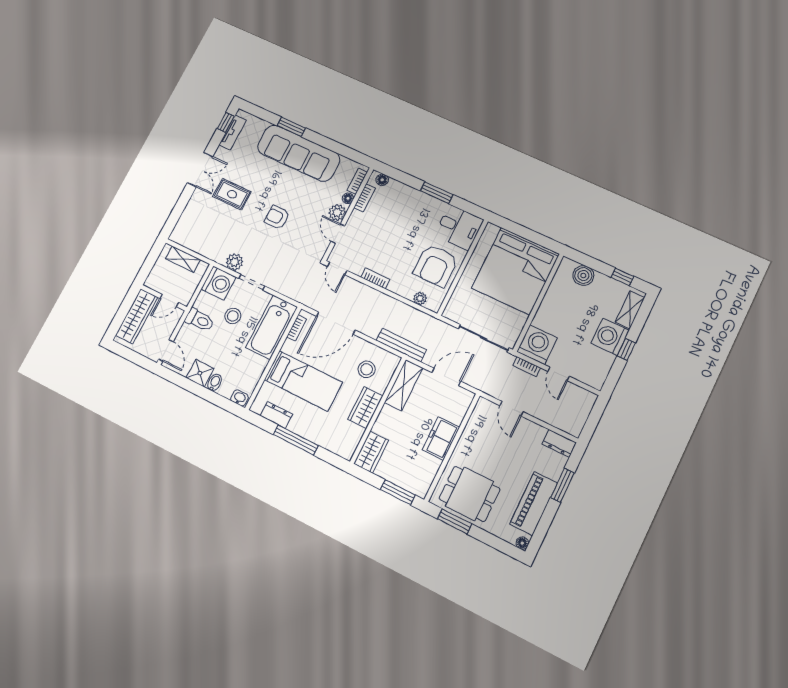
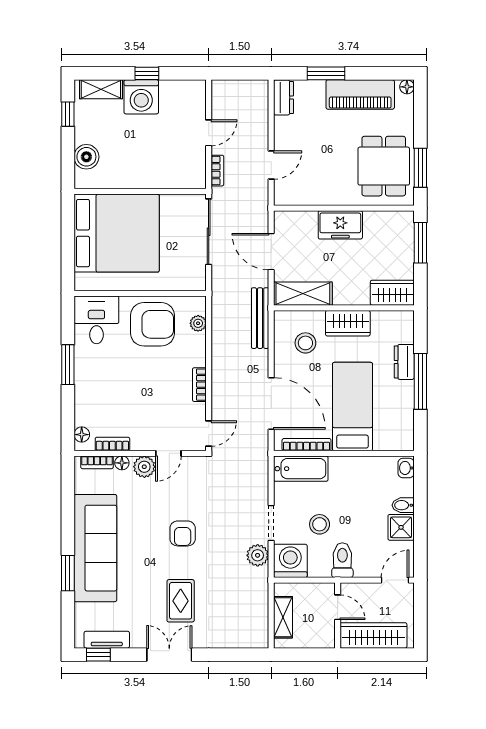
bathtub: (272, 327) -> (301, 469), width x0.73, depth x0.73
bookcase: (297, 328) -> (307, 445), width x1.56
washing machine: (537, 345) -> (188, 171), removed
dresser: (276, 415) -> (404, 362), moved

